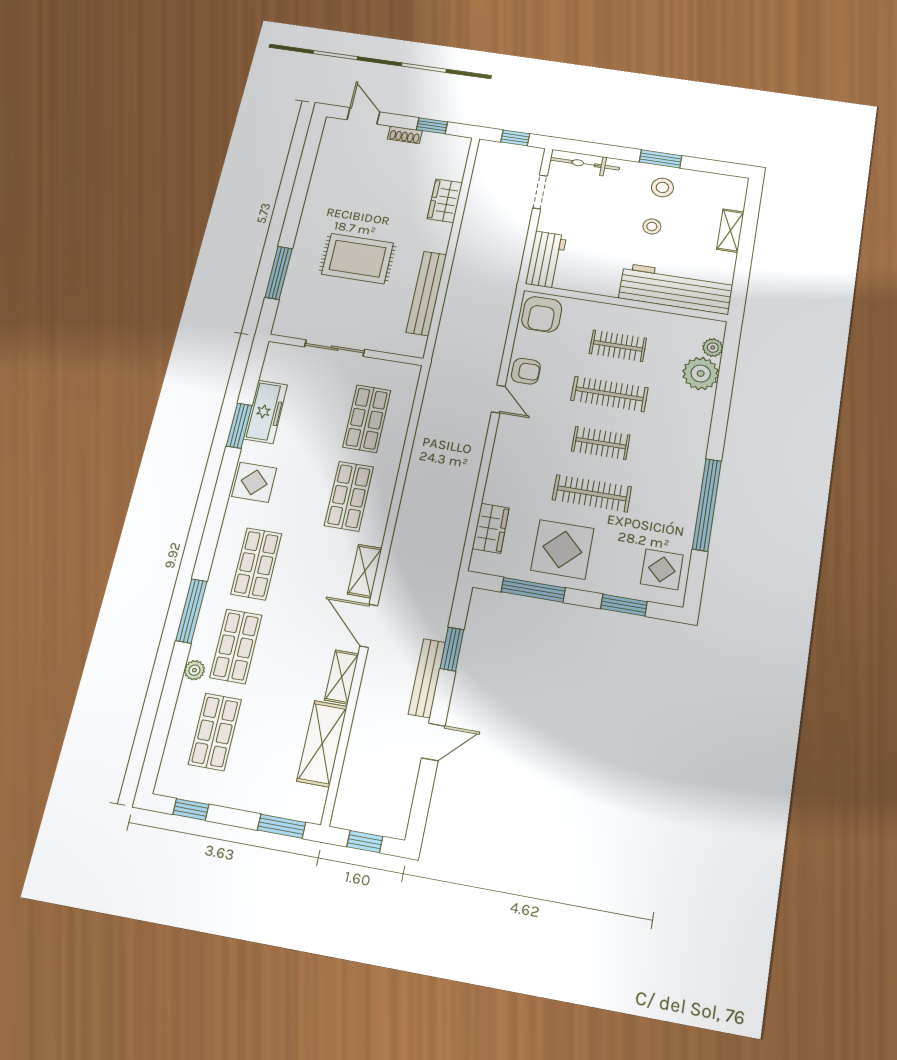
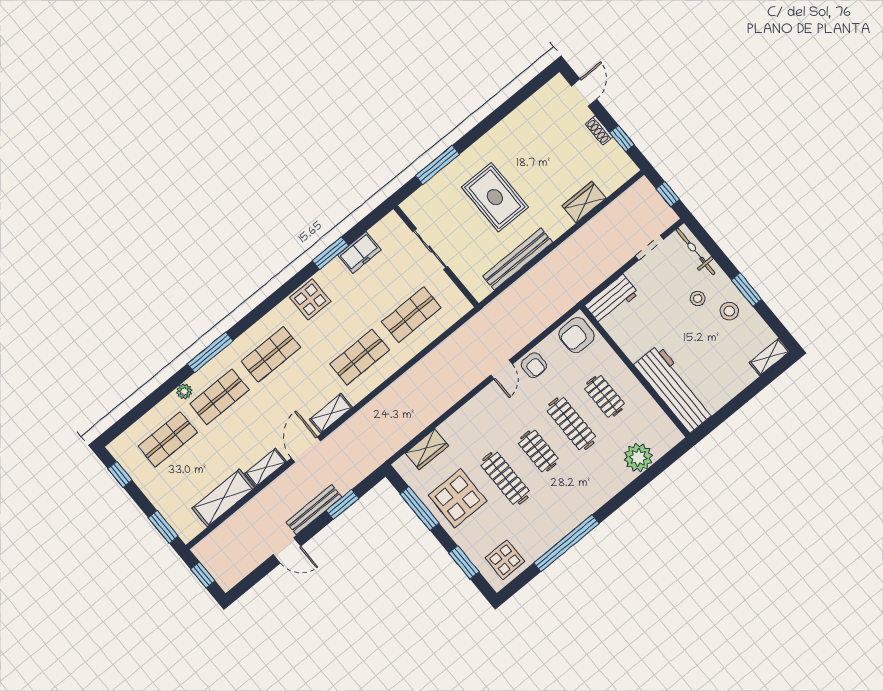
stool: (652, 226) -> (698, 298), moved
shelving: (730, 231) -> (769, 357), moved
plant: (713, 348) -> (661, 447), removed
freezer: (265, 412) -> (359, 253), width x0.71

